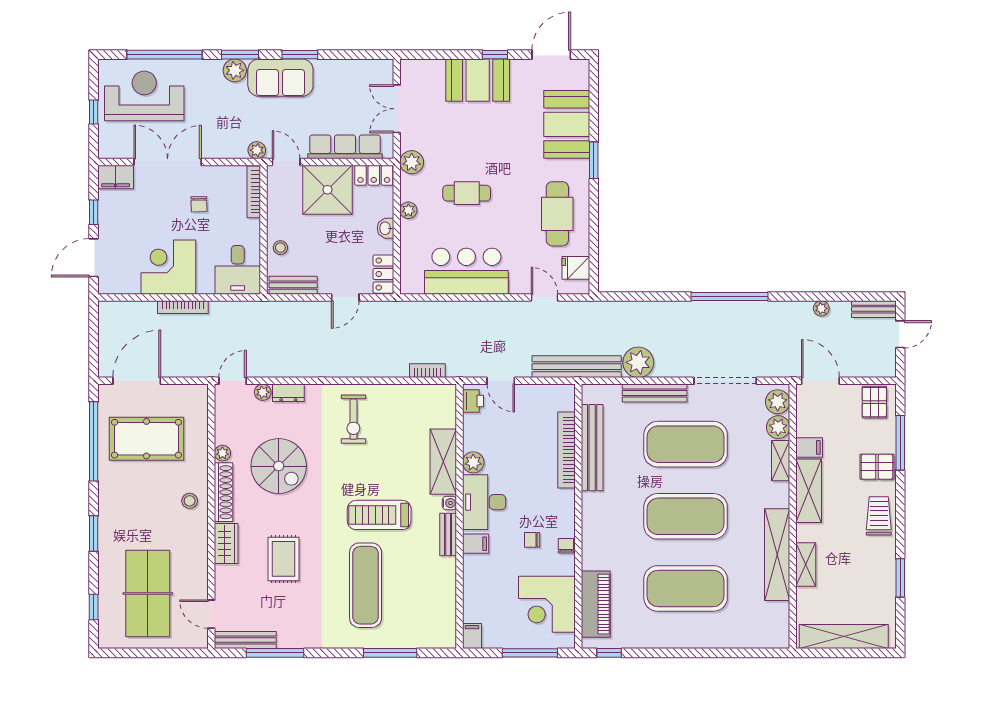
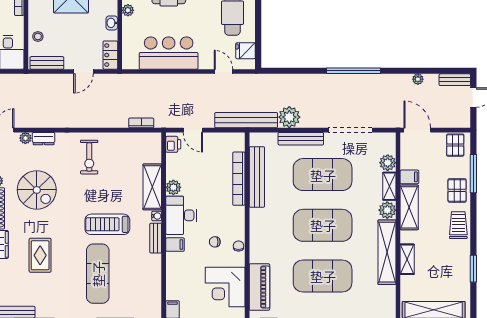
plant: (778, 402) -> (387, 210), moved
pallet: (877, 467) -> (457, 190), turned 90

